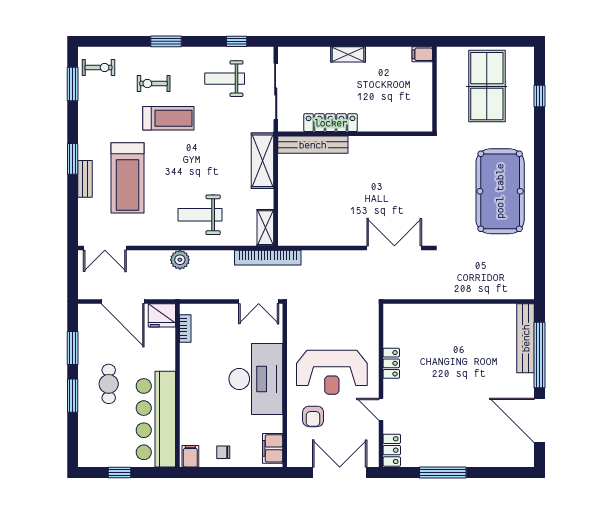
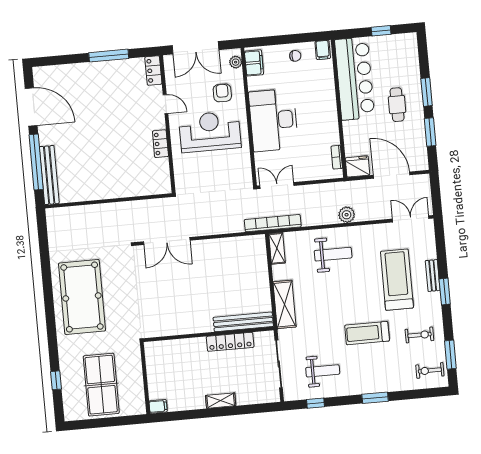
exercise bike: (154, 84) -> (419, 335), moved
plant: (294, 451) -> (236, 62), added

